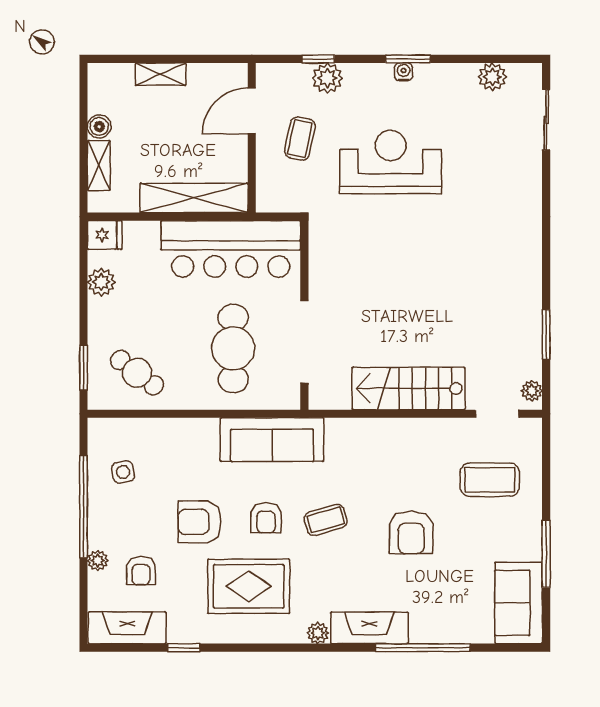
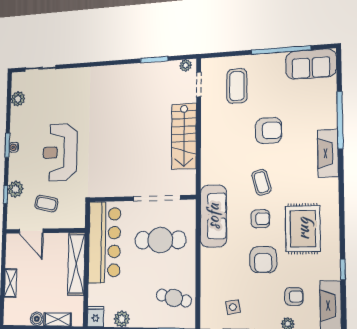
cafe table: (137, 373) -> (174, 298), turned 66
window: (546, 554) -> (281, 50), width x1.46
plant: (318, 633) -> (332, 185), removed

